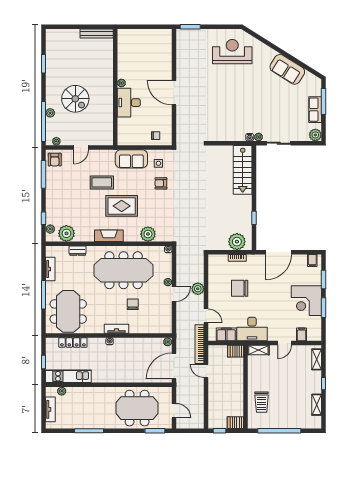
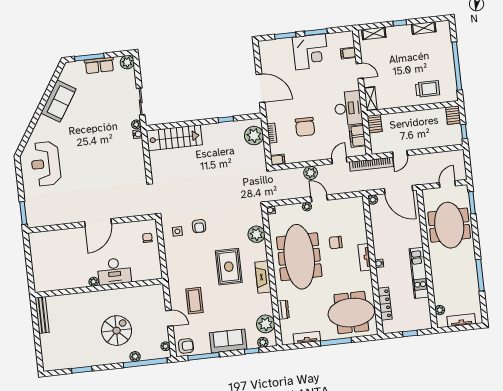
sofa: (131, 159) -> (228, 341), moved, turned -90
coffee table: (102, 182) -> (194, 301), moved
filing cabinet: (312, 260) -> (278, 160), moved
kitchen unit: (68, 376) -> (419, 273), moved

